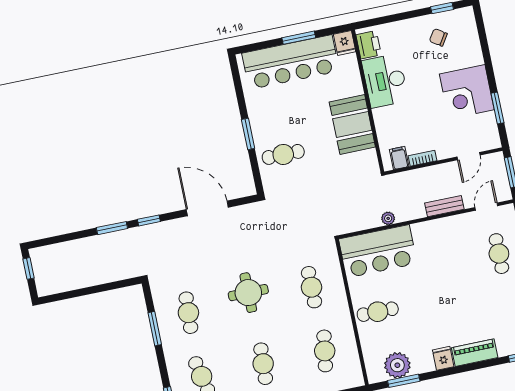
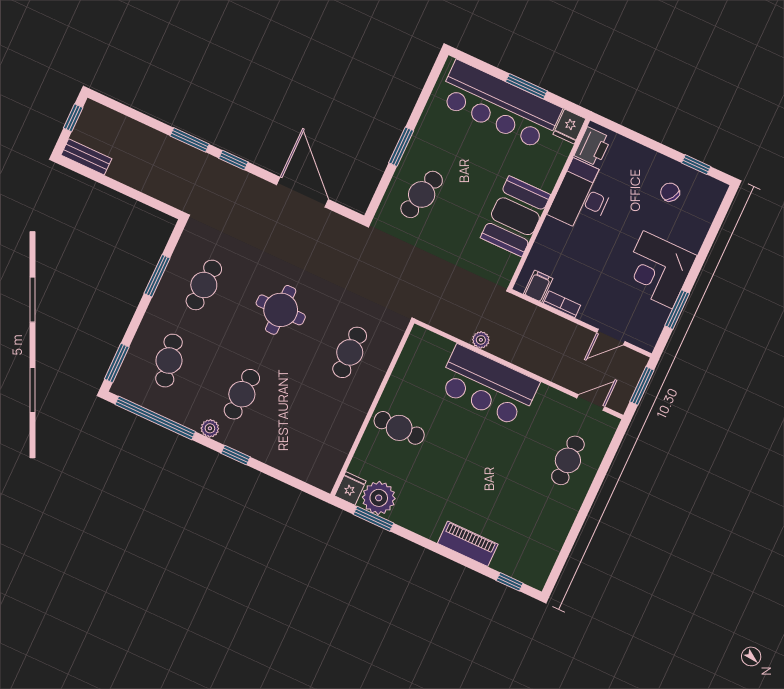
cafe table: (283, 154) -> (422, 194), turned -76
bench: (444, 206) -> (86, 157), moved
bar counter: (378, 251) -> (488, 386), moved
cafe table: (325, 351) -> (315, 428), removed
fridge: (443, 358) -> (350, 488), moved

